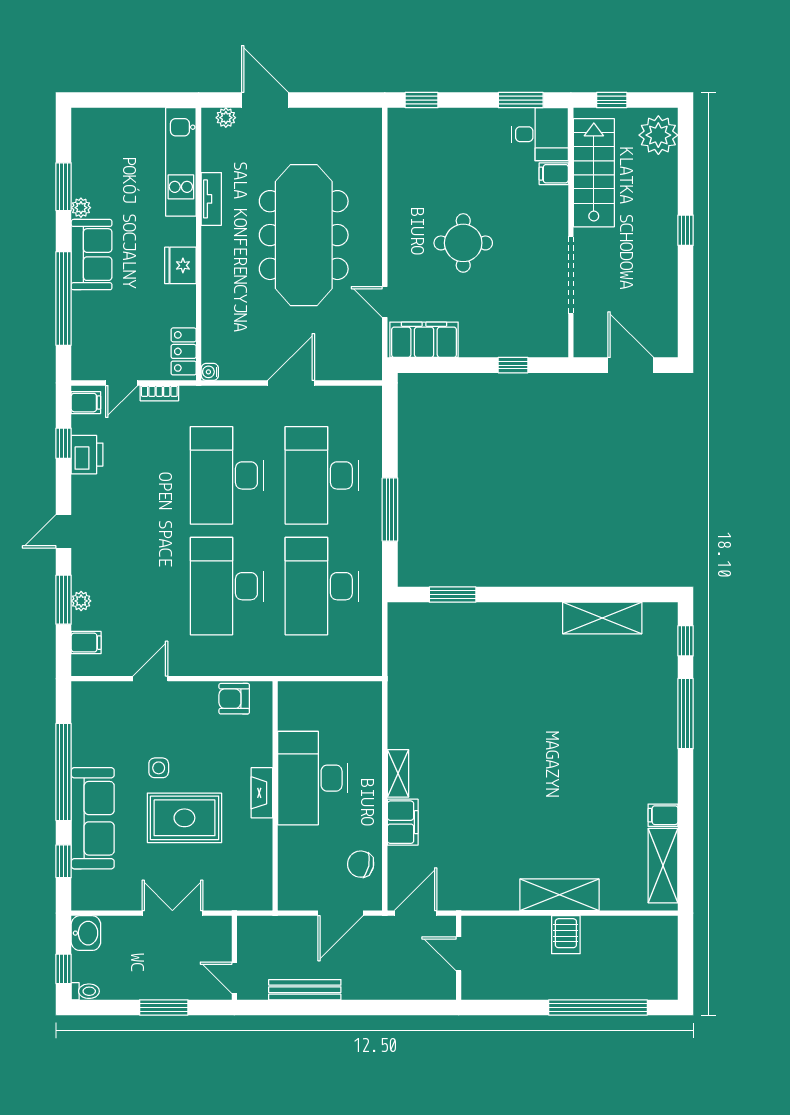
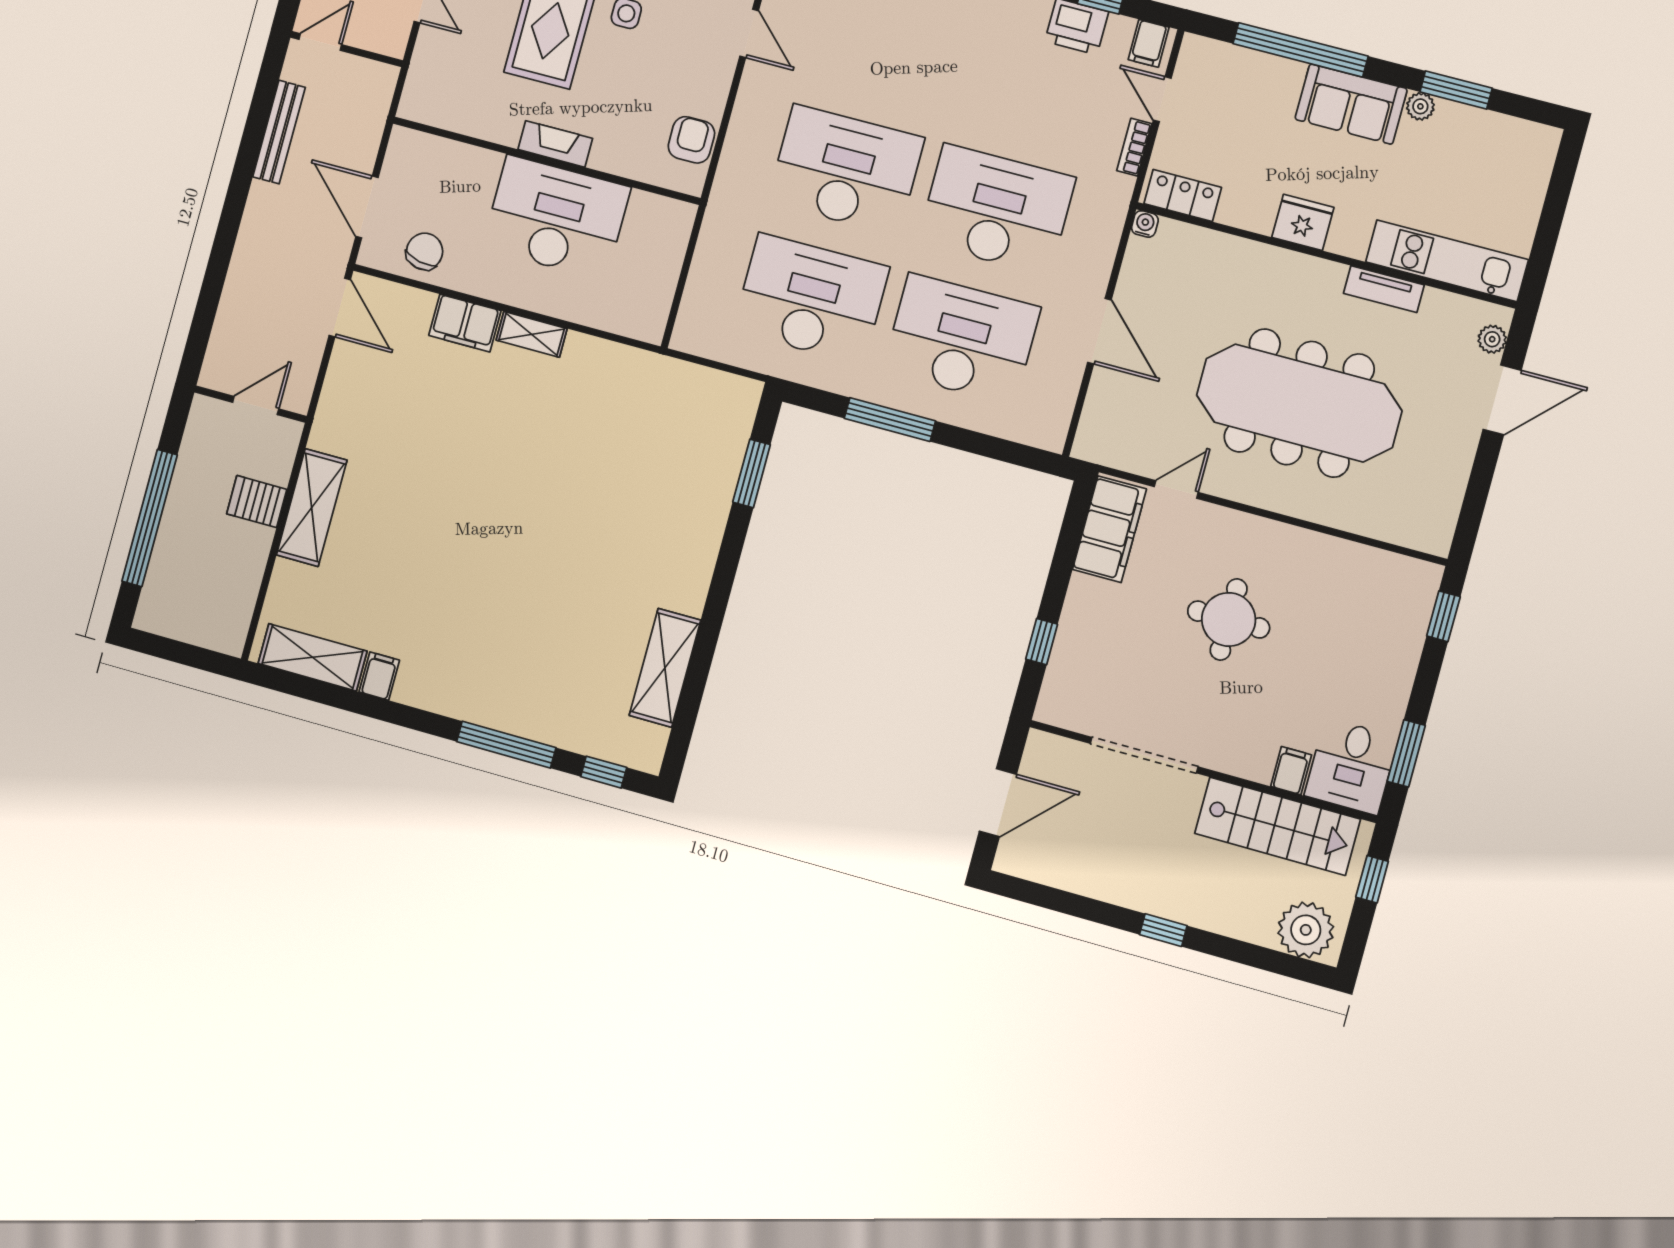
door: (459, 954) -> (256, 406), moved
wall: (459, 958) -> (250, 404), moved

